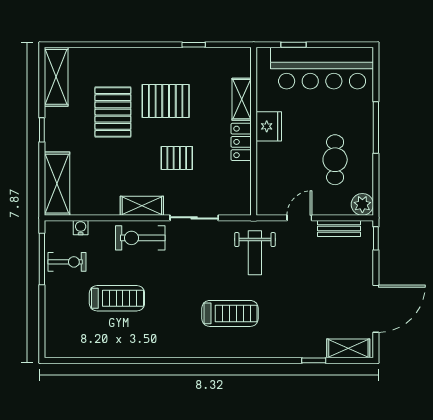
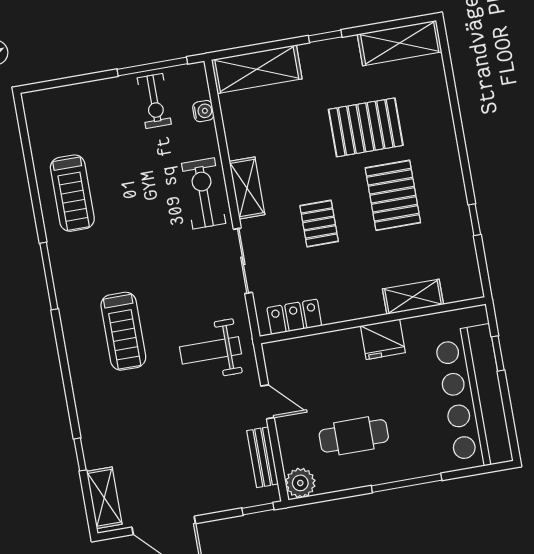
locker: (241, 142) -> (294, 317), moved
treadmill: (117, 298) -> (72, 193), moved
window: (181, 360) -> (49, 276), added

